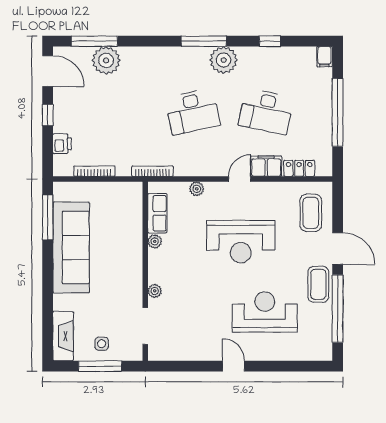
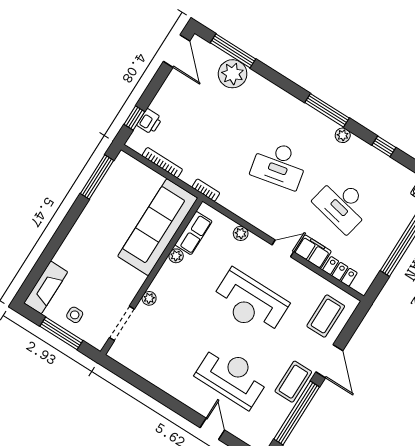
plant: (224, 60) -> (343, 135), width x0.53, depth x0.53
window: (48, 115) -> (134, 118), moved
bookcase: (152, 171) -> (206, 190), width x0.64
sofa: (71, 247) -> (158, 227), moved, turned 180
door: (234, 366) -> (212, 429), moved

